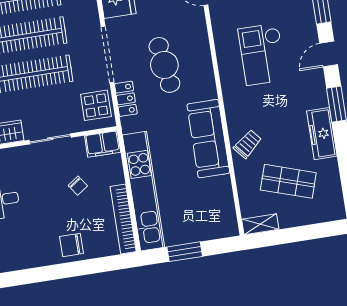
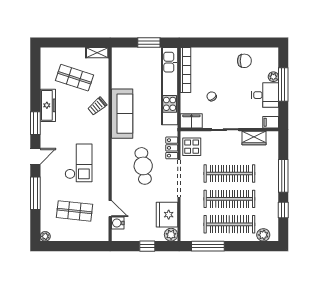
chair: (71, 245) -> (244, 61), moved

